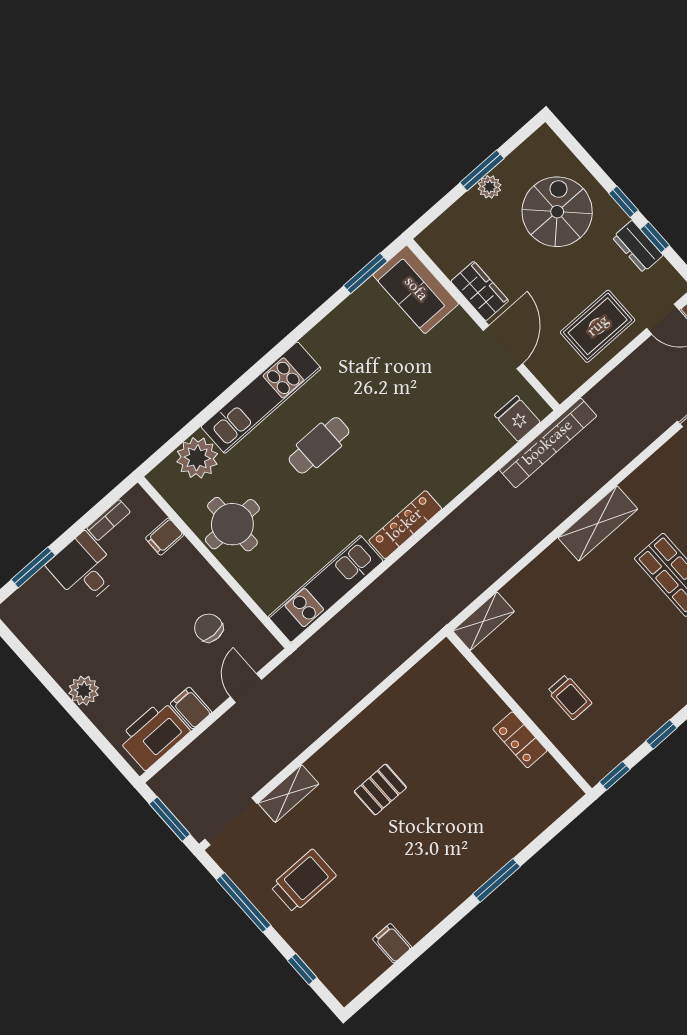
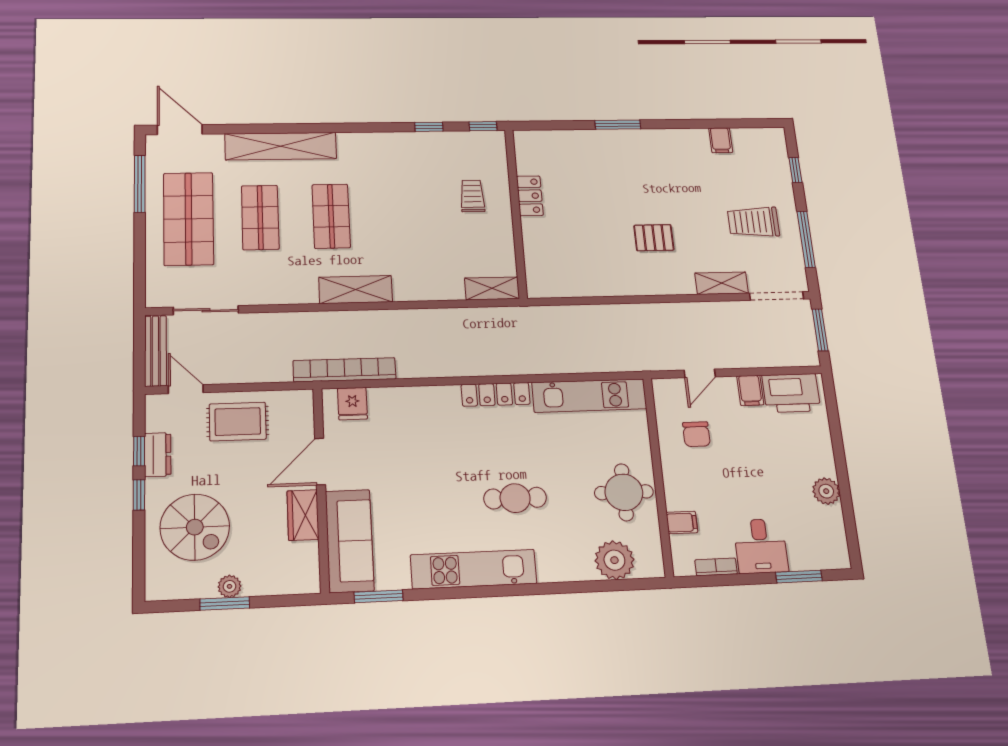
spiral stairs: (557, 212) -> (195, 527), turned -90
sofa: (416, 289) -> (349, 541), width x1.36
kitchen unit: (261, 398) -> (474, 569), moved
plant: (84, 691) -> (826, 491), moved

